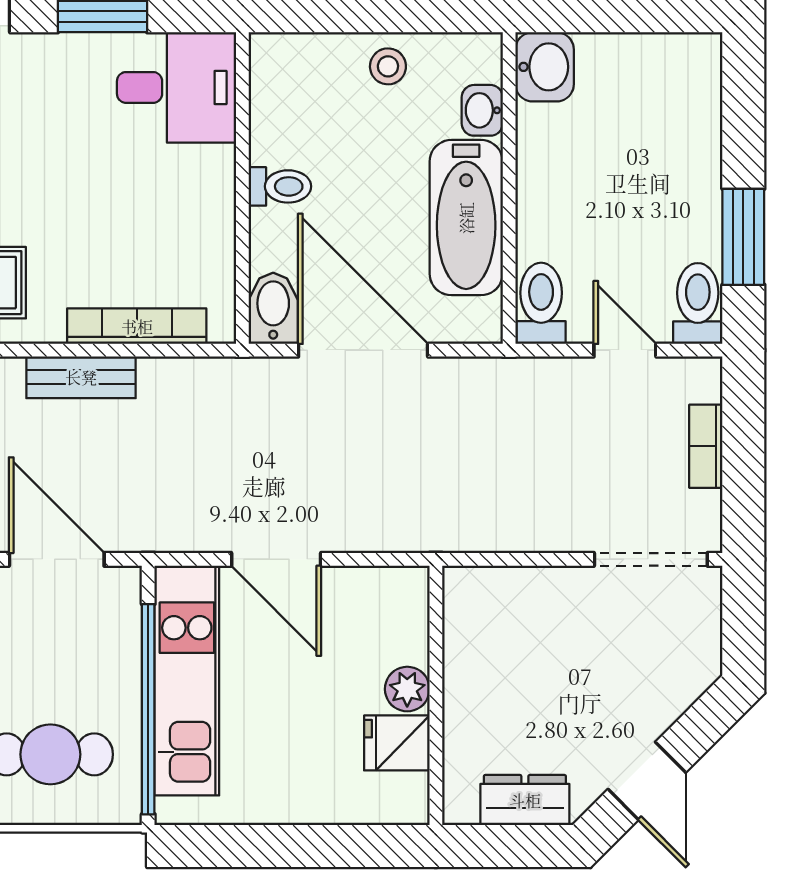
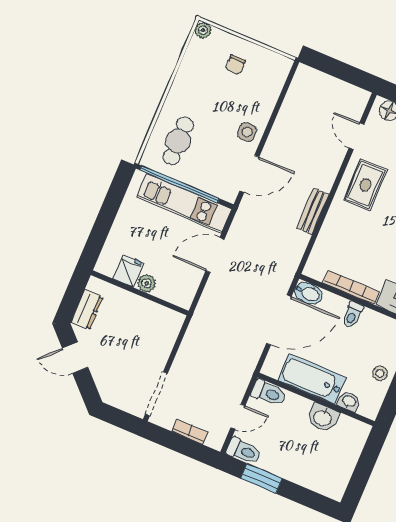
washbasin: (545, 67) -> (323, 418), moved
bookcase: (137, 326) -> (351, 287), moved, turned -90

